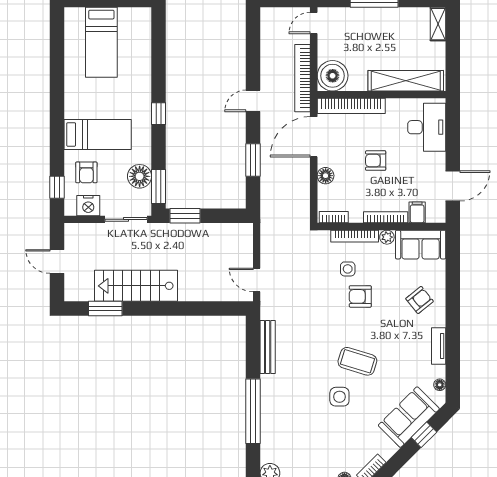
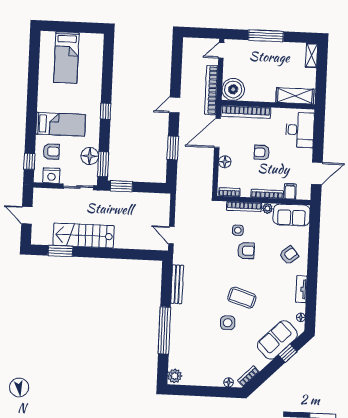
shelving: (406, 81) -> (295, 96), width x0.68
armchair: (86, 172) -> (51, 151), turned -90
armchair: (360, 296) -> (246, 251), turned 180

